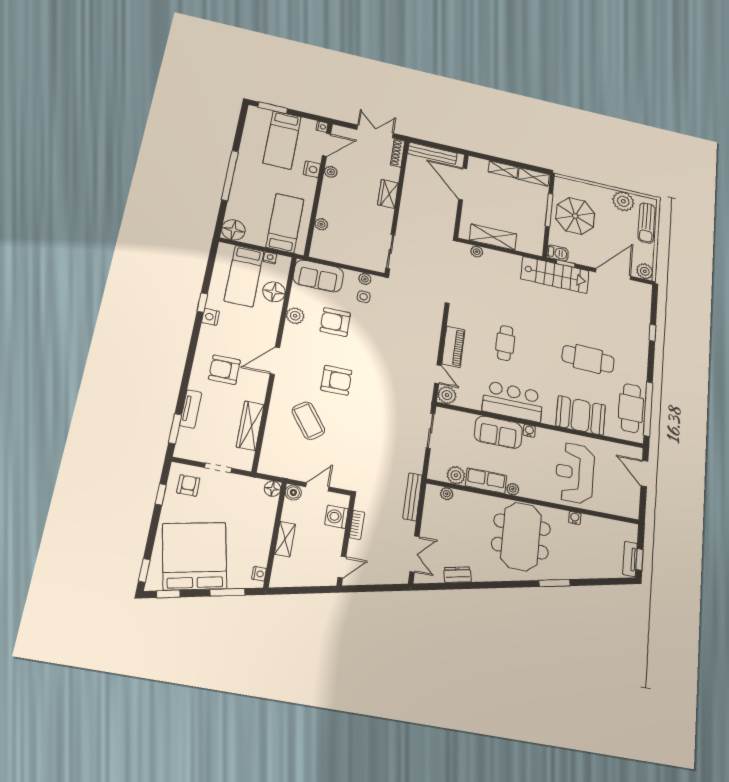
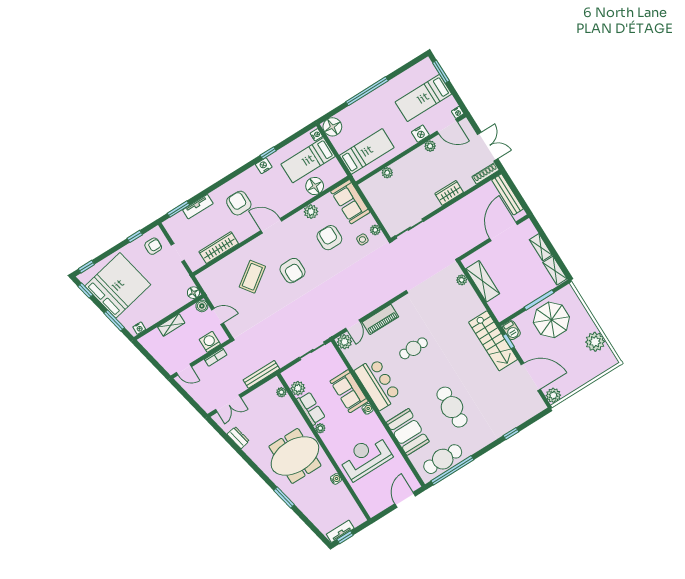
sun lounger: (646, 223) -> (593, 369), removed
nightstand: (270, 258) -> (316, 135), moved

